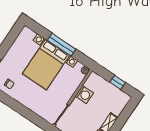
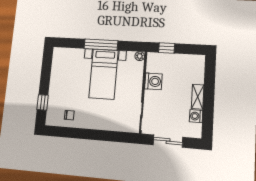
bed with nightstands: (46, 65) -> (104, 74), width x0.73
window: (118, 82) -> (167, 48), moved

